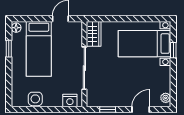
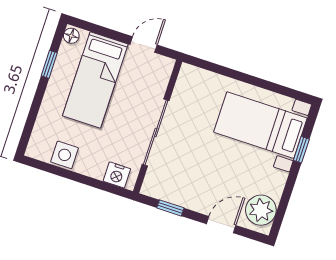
wardrobe: (94, 34) -> (187, 85), removed
plant: (166, 98) -> (261, 210), width x1.88, depth x1.88

